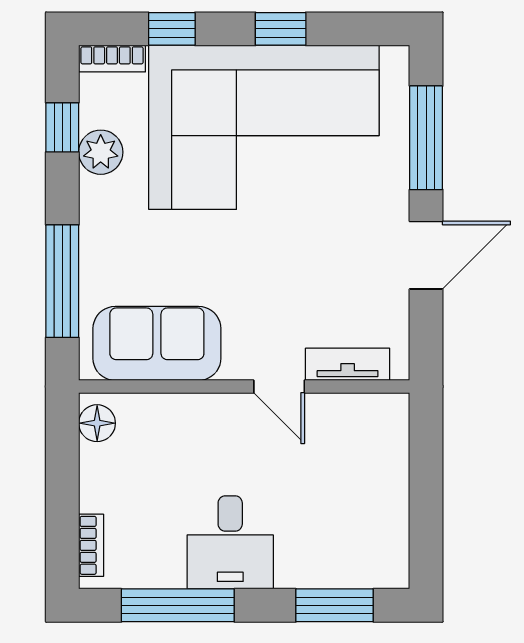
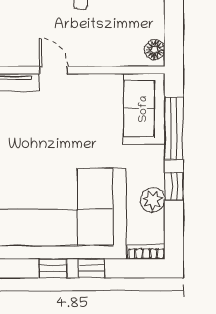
window: (172, 29) -> (91, 268), moved
window: (62, 127) -> (174, 186), moved
sofa: (157, 343) -> (144, 109), moved, turned 90

